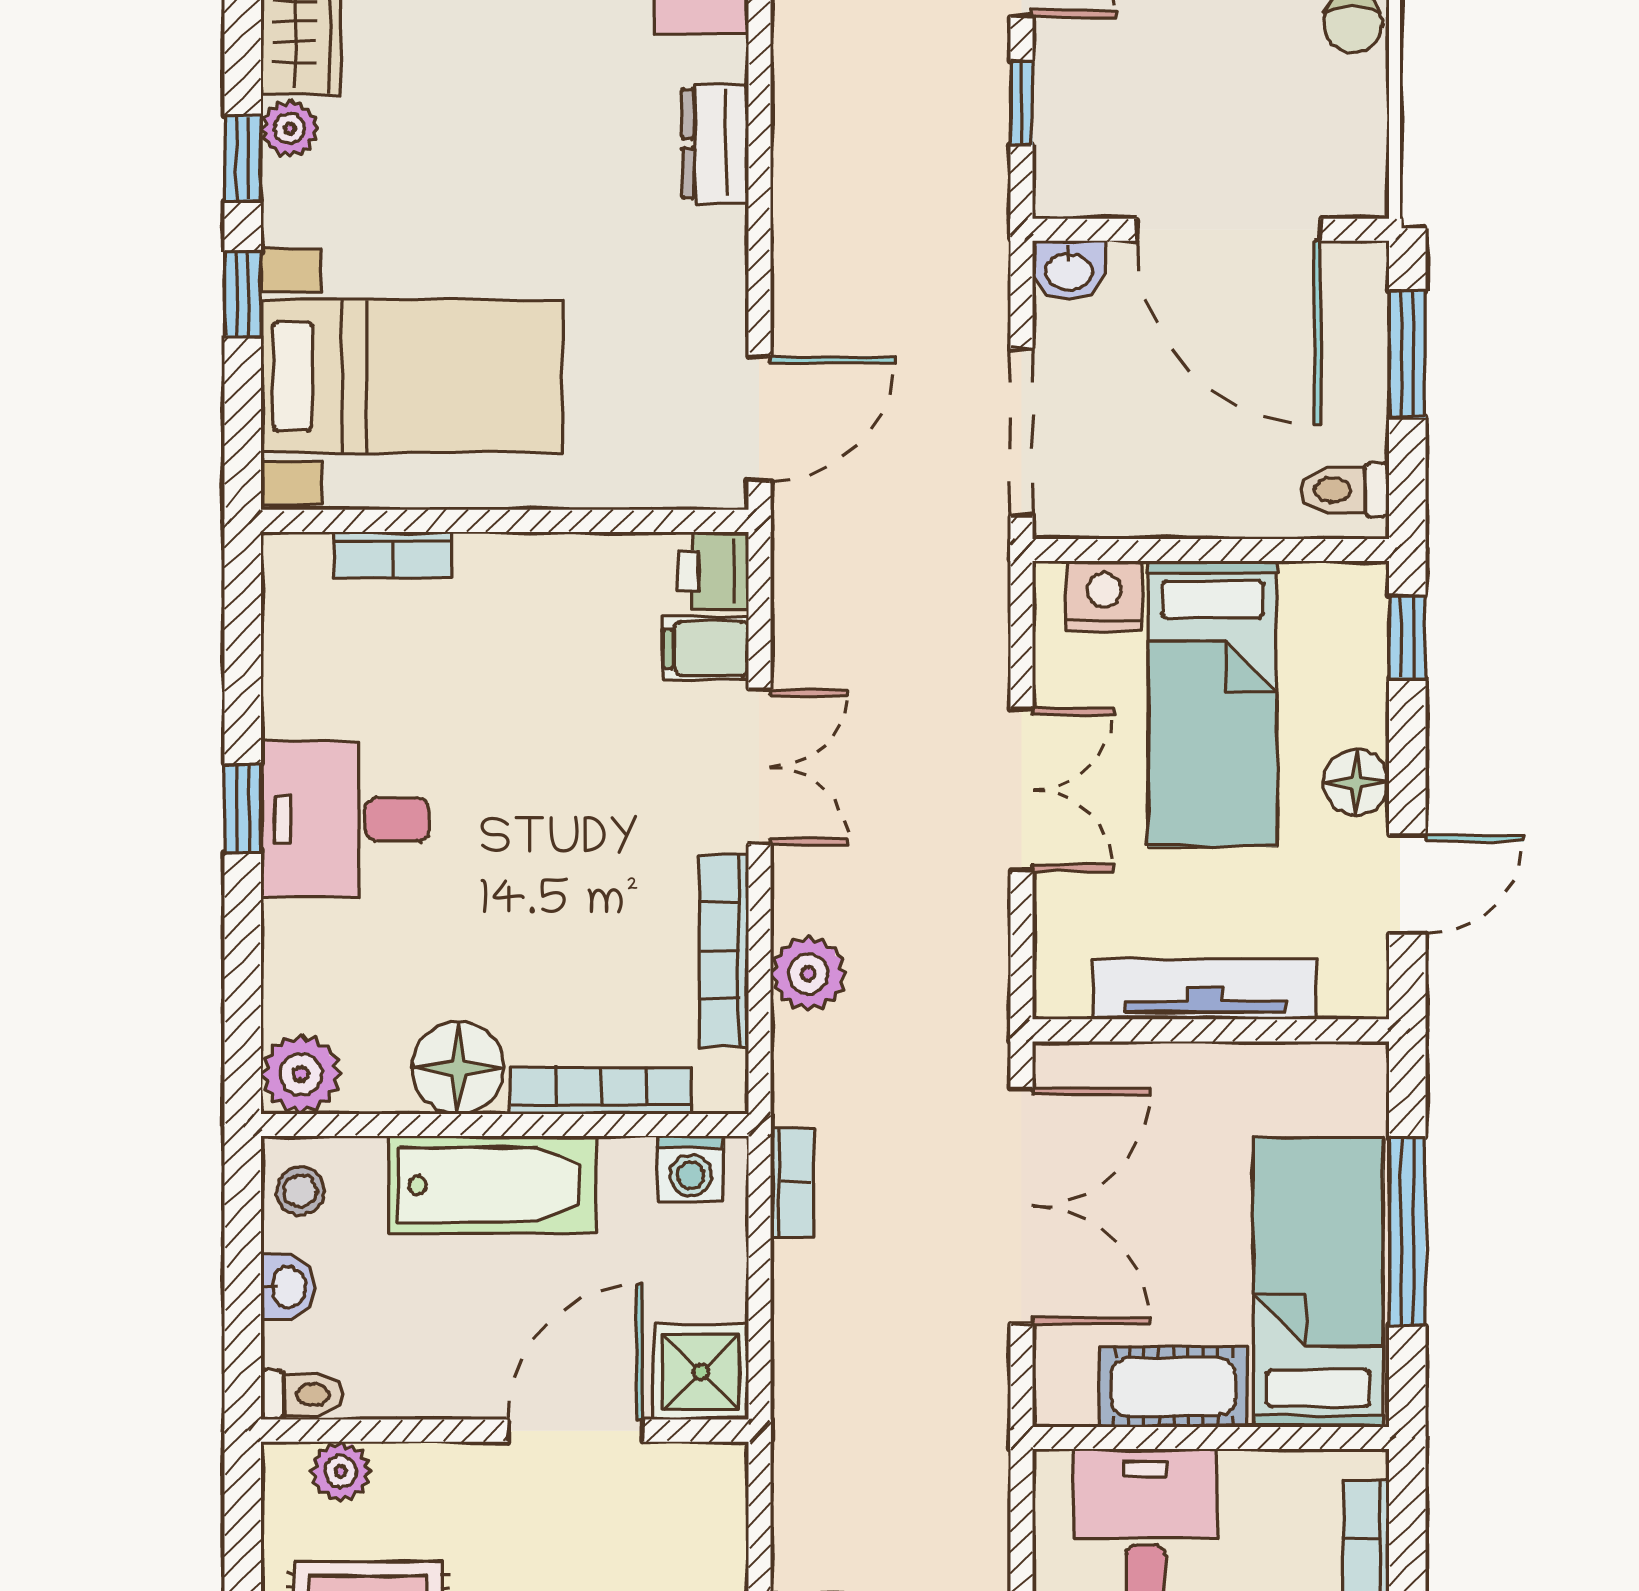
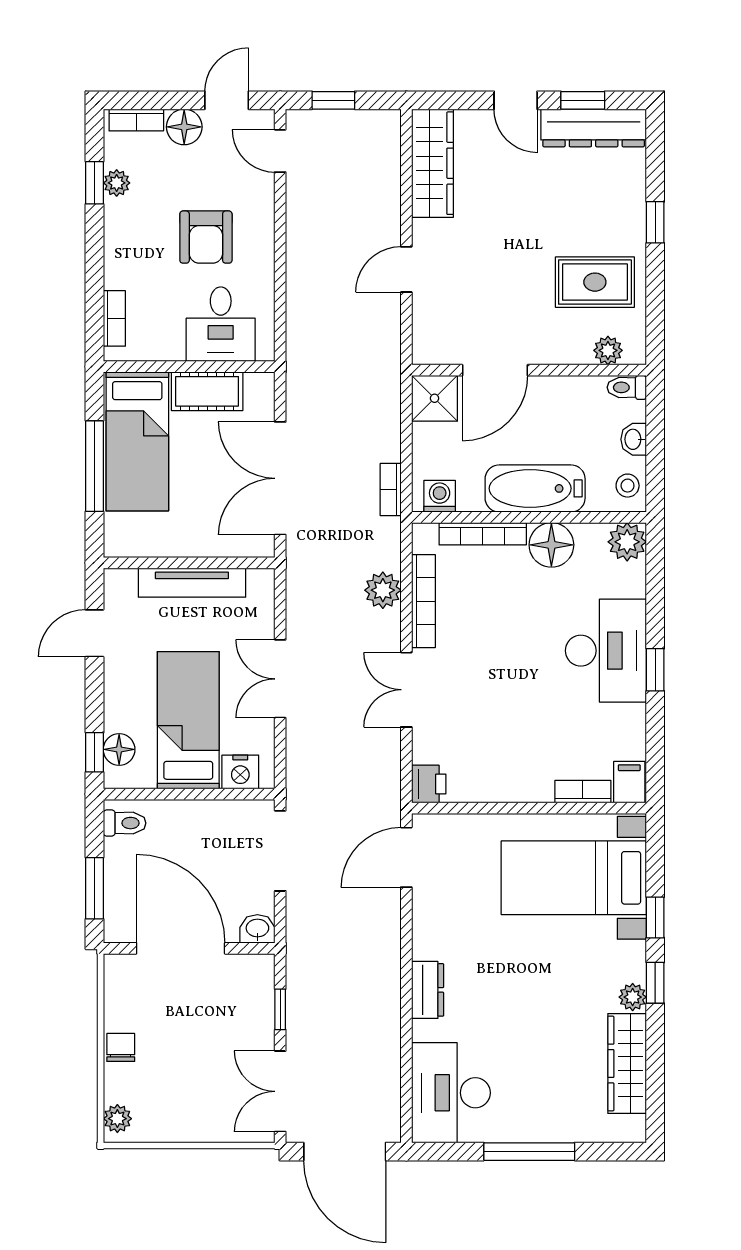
filing cabinet: (706, 648) -> (629, 782), moved, turned -90
floor lamp: (1356, 782) -> (119, 749), moved
desk: (345, 819) -> (606, 651), width x1.37

